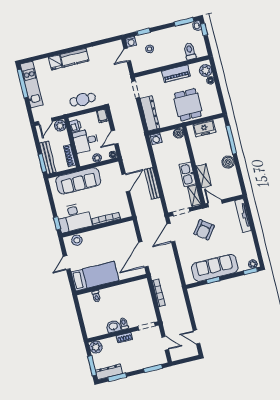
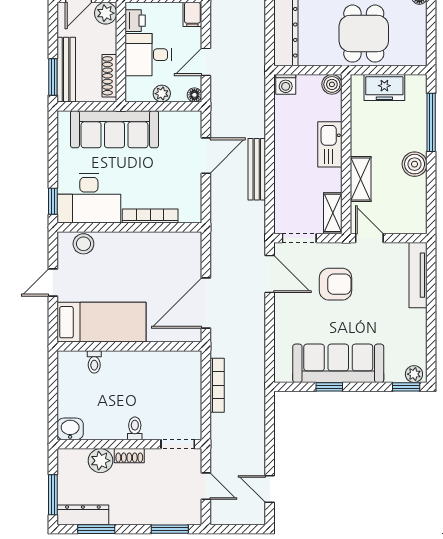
kitchen sink: (187, 174) -> (330, 144), moved
armchair: (204, 230) -> (335, 284), turned -127
door: (171, 233) -> (270, 274), swing flipped
washbasin: (113, 327) -> (70, 429), moved
plant: (96, 347) -> (100, 461), moved

